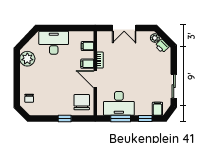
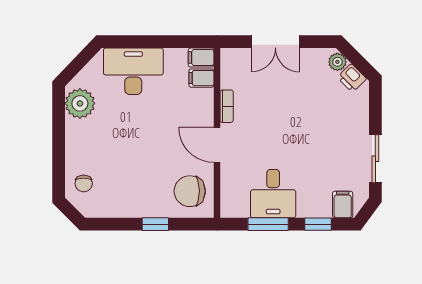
filing cabinet: (87, 64) -> (201, 58), moved
chair: (82, 102) -> (190, 191), turned -90
desk: (119, 103) -> (273, 194), width x0.73

